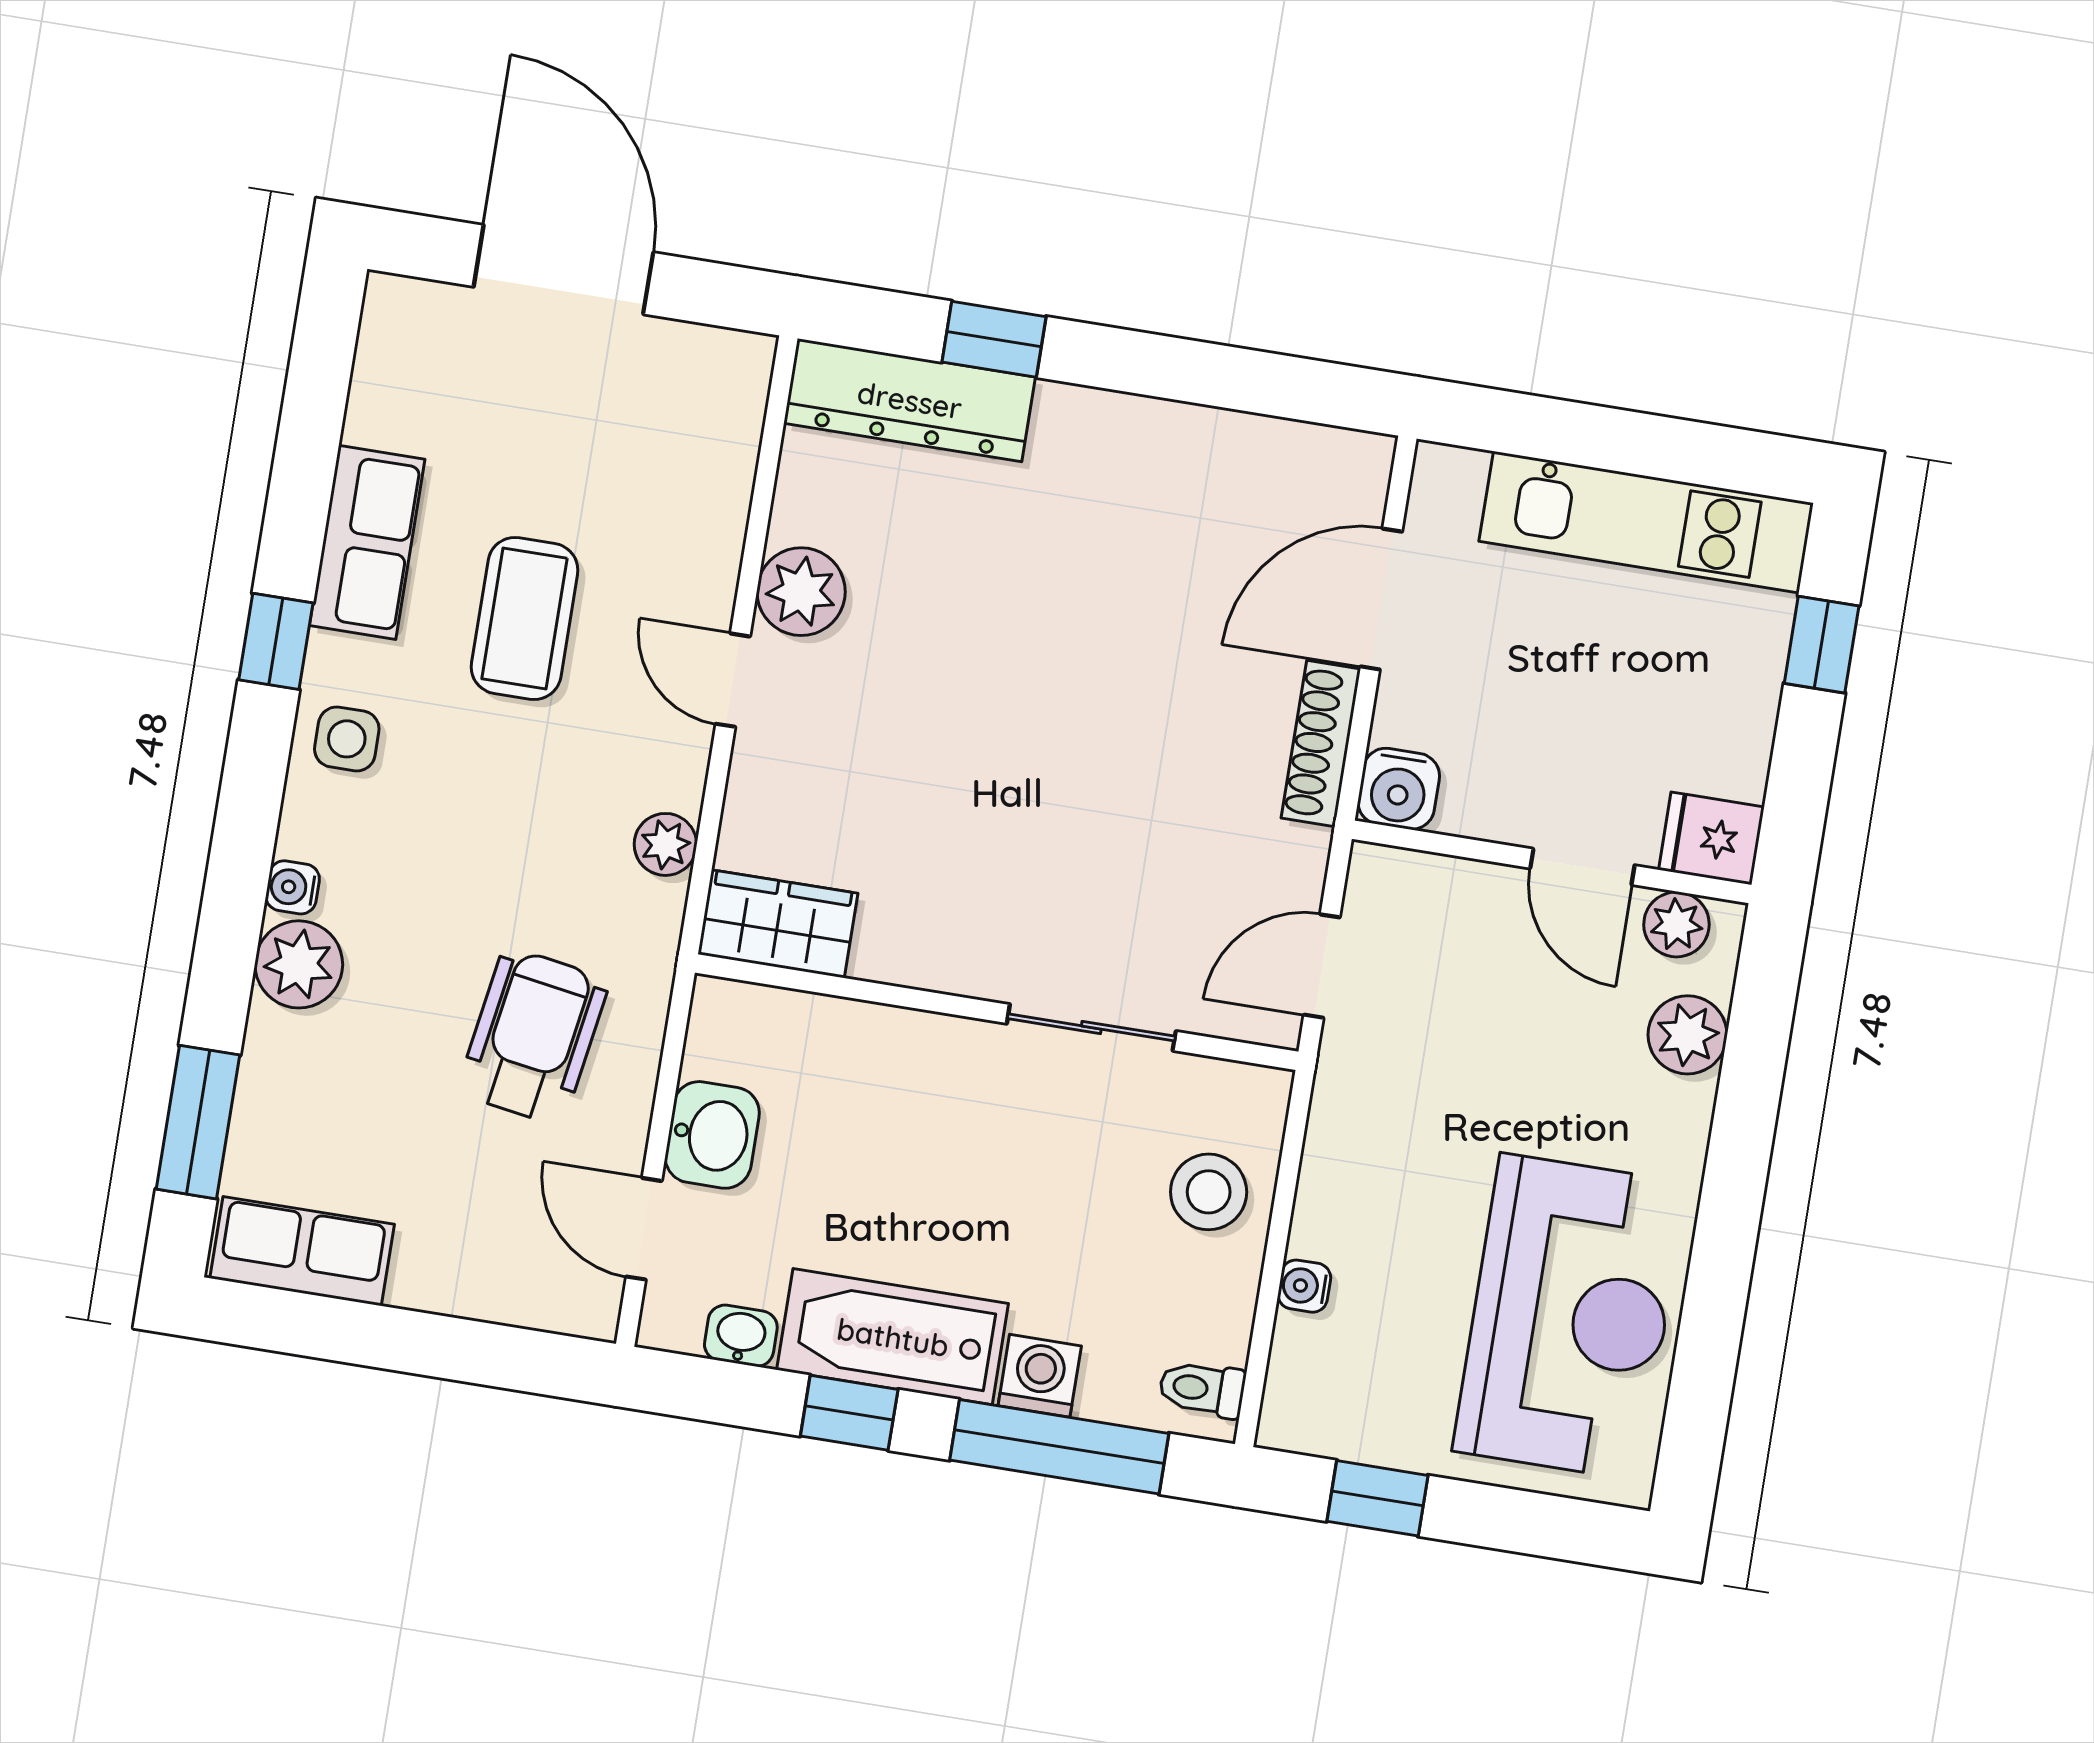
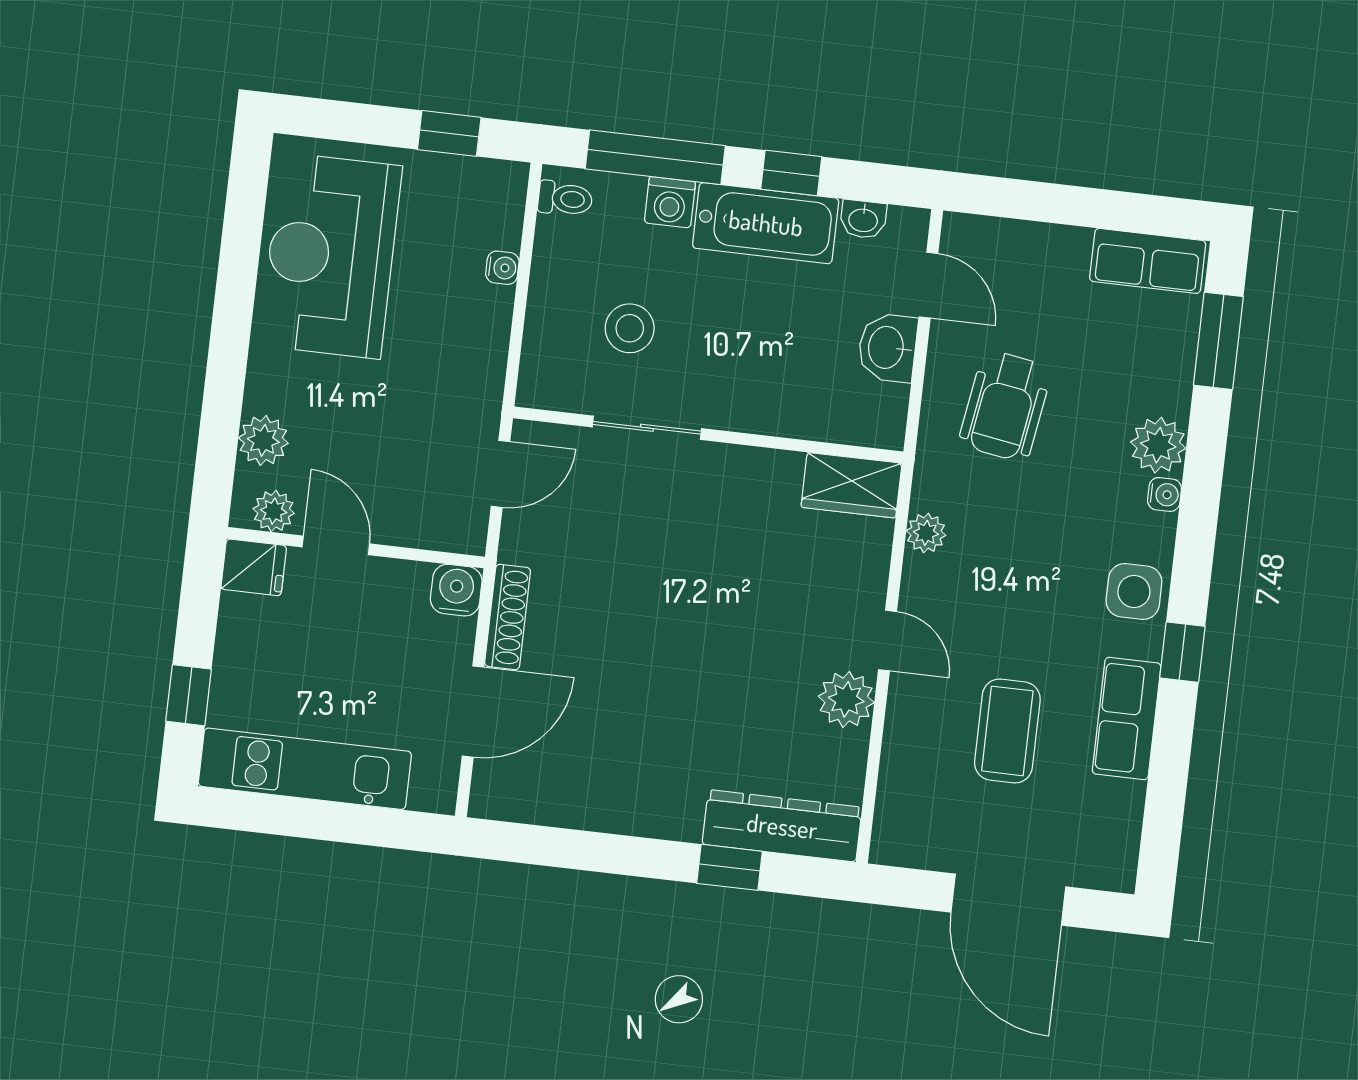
coffee table: (525, 619) -> (1007, 731), moved
side table: (347, 739) -> (1134, 591), width x1.37, depth x1.37
stool: (1209, 1192) -> (630, 328), moved

